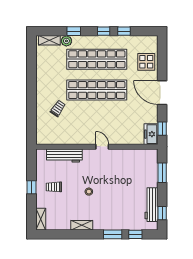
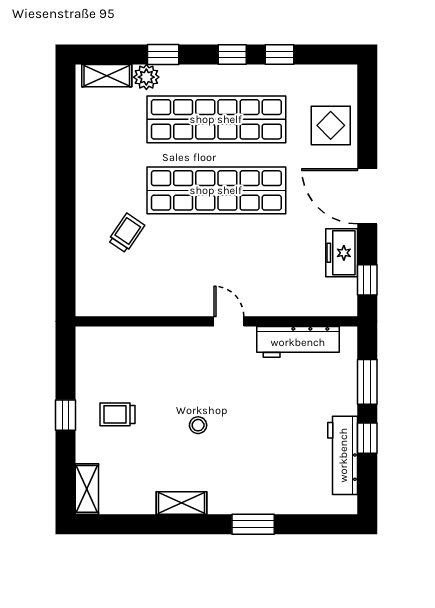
freezer: (151, 134) -> (342, 253), moved
workbench: (64, 156) -> (298, 342), moved
window: (162, 213) -> (367, 438), moved
window: (135, 234) -> (306, 524), removed

